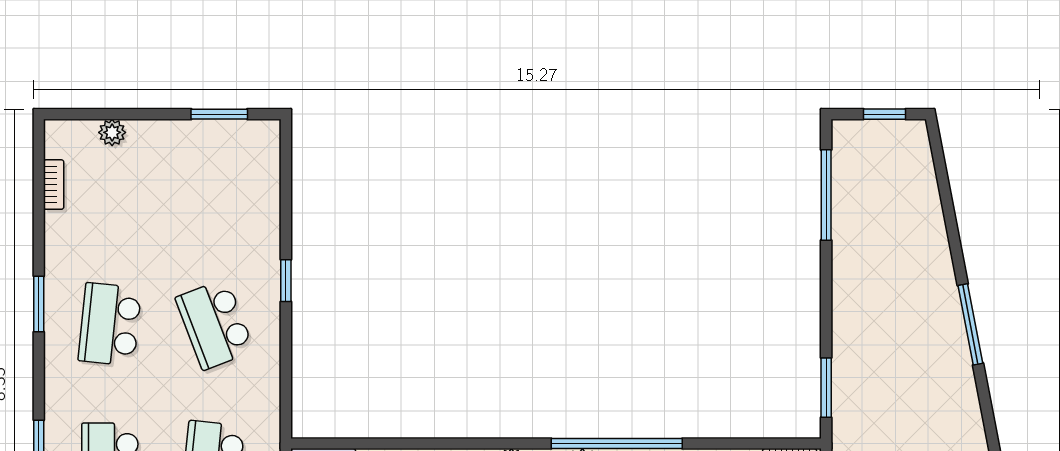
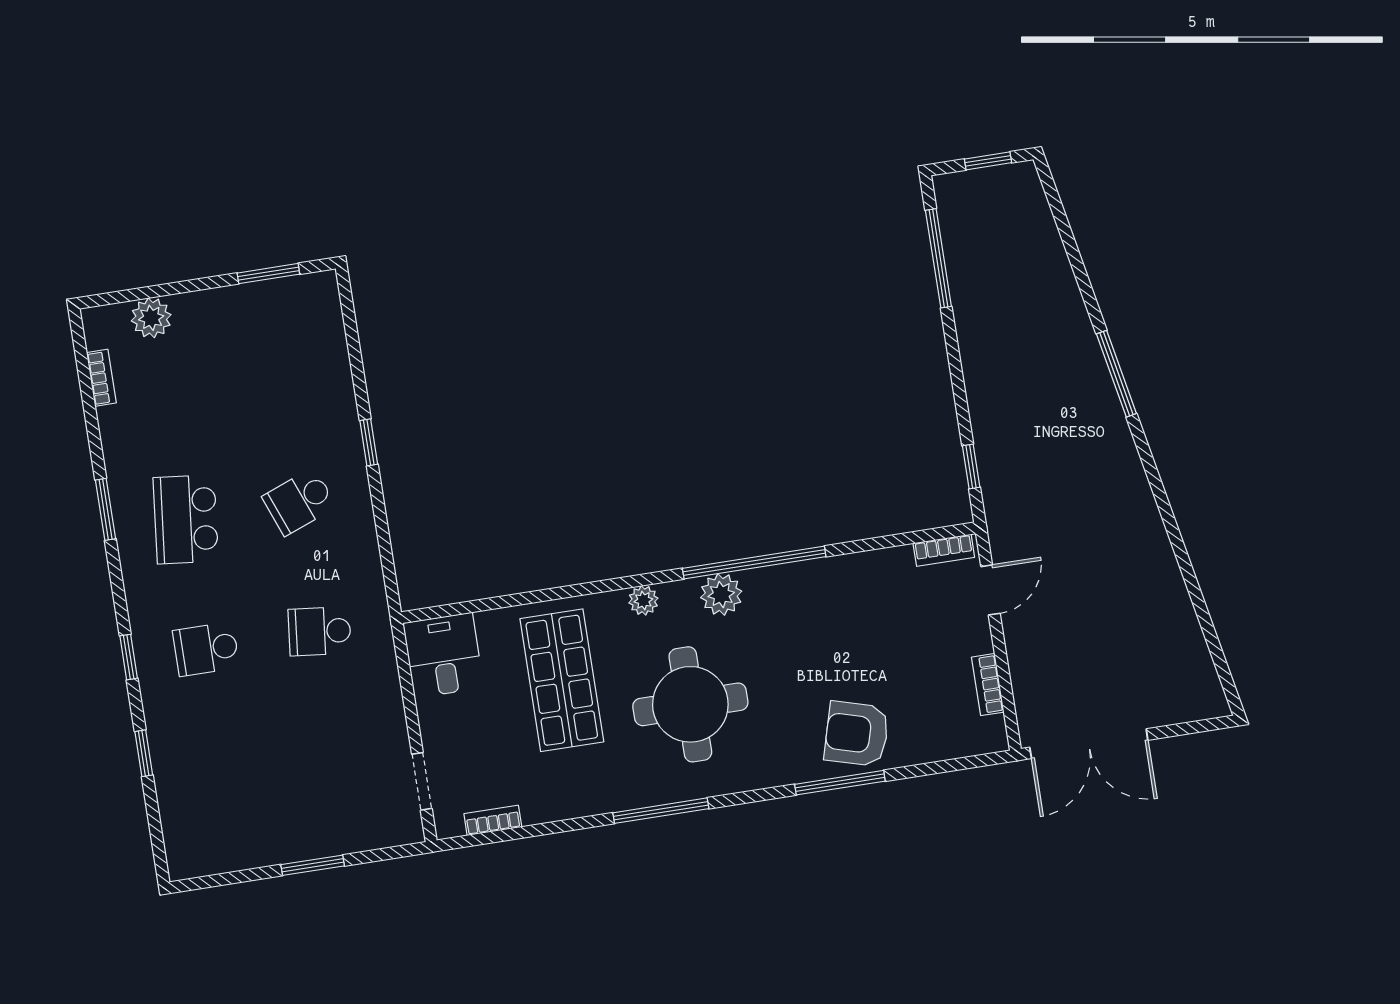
plant: (112, 132) -> (151, 318), width x1.38, depth x1.38
school desk: (215, 324) -> (299, 502), width x0.54
window: (826, 388) -> (971, 467), width x0.67

